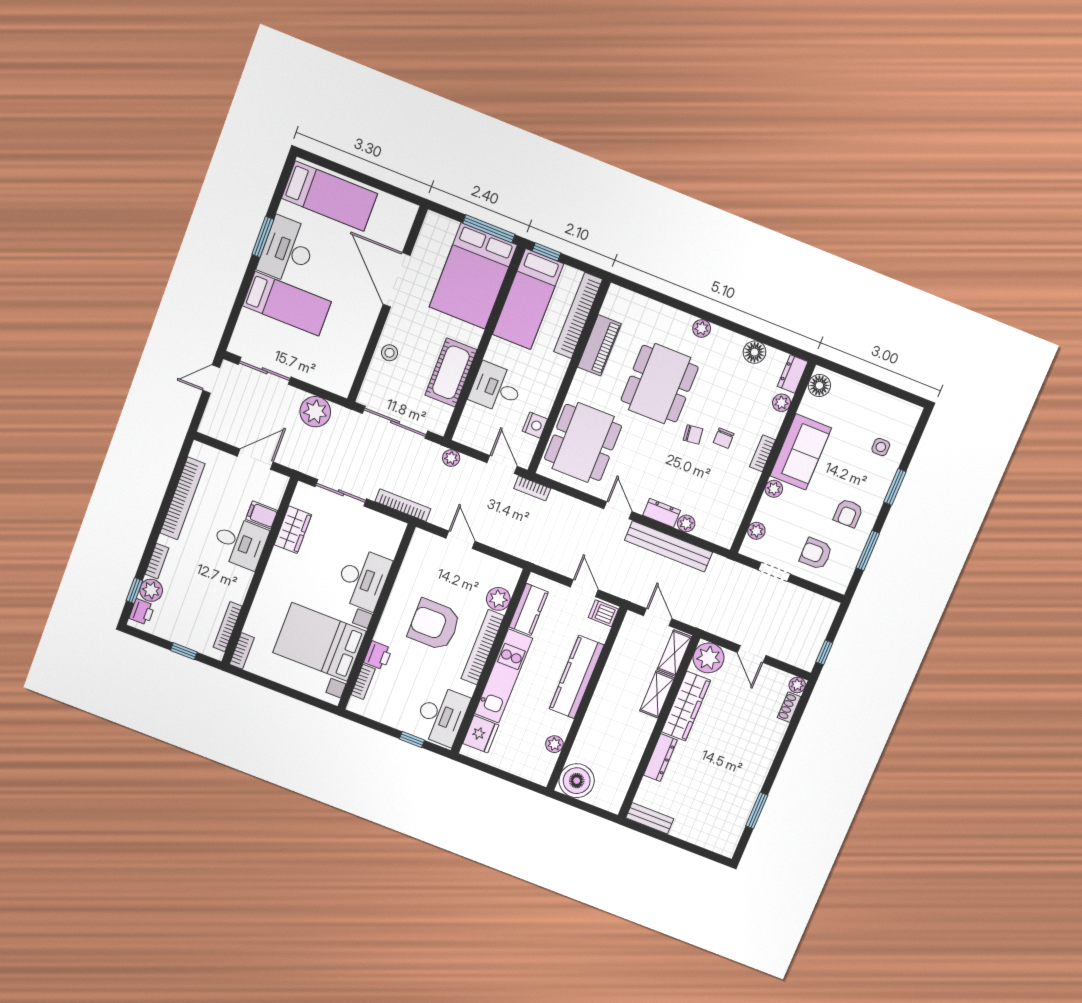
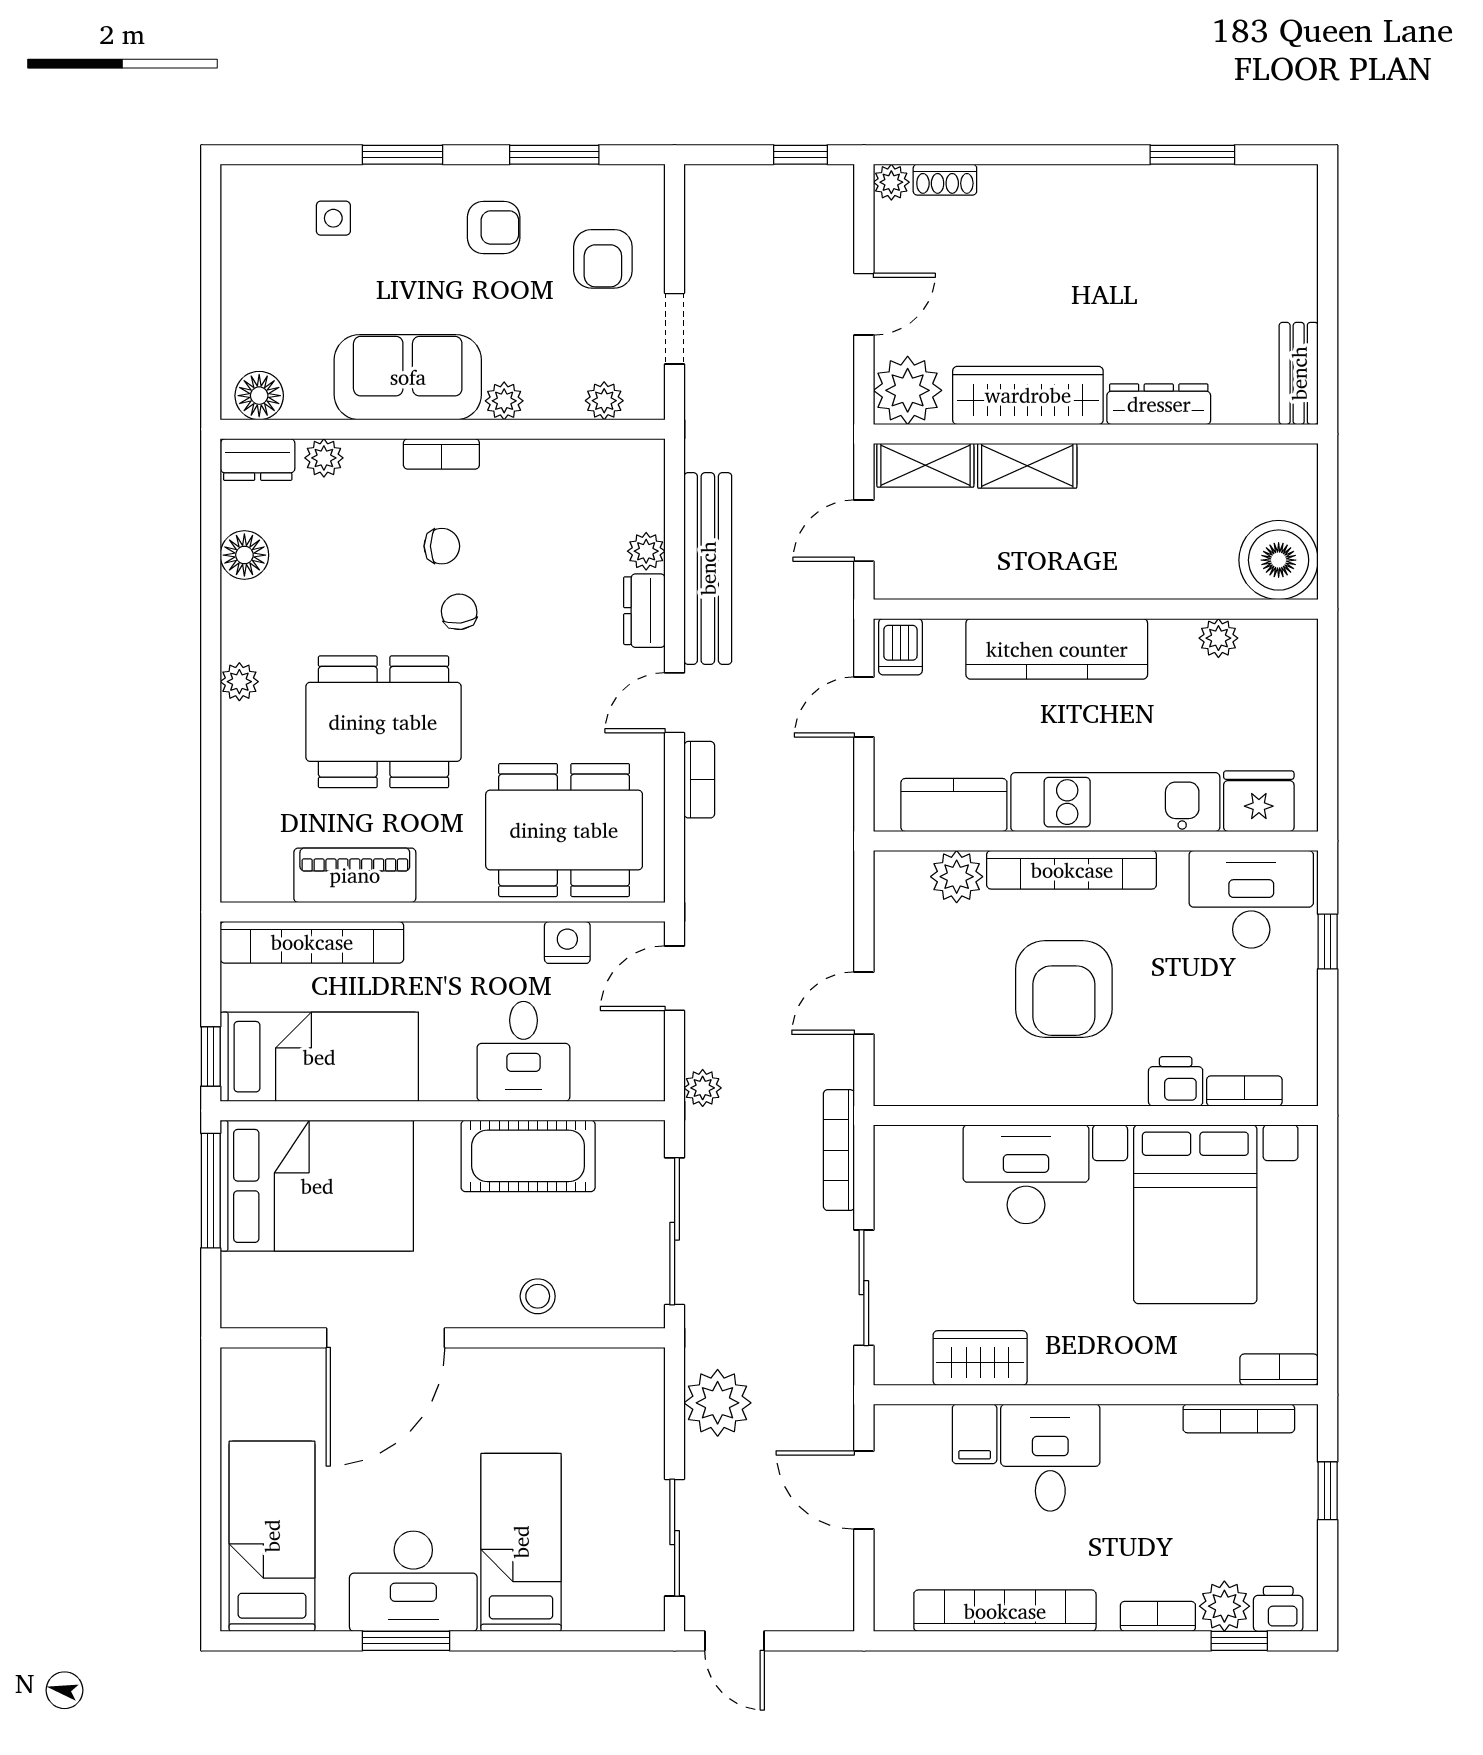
bookcase: (532, 488) -> (699, 780), moved

